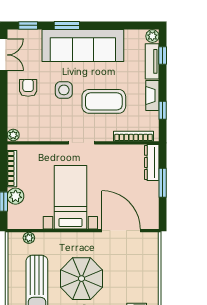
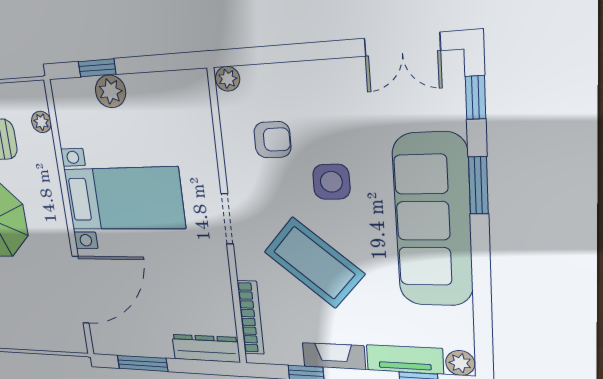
armchair: (28, 88) -> (273, 140), moved
coffee table: (104, 101) -> (314, 263), turned -49
bookcase: (12, 169) -> (161, 81), removed
window: (163, 183) -> (142, 363), moved

